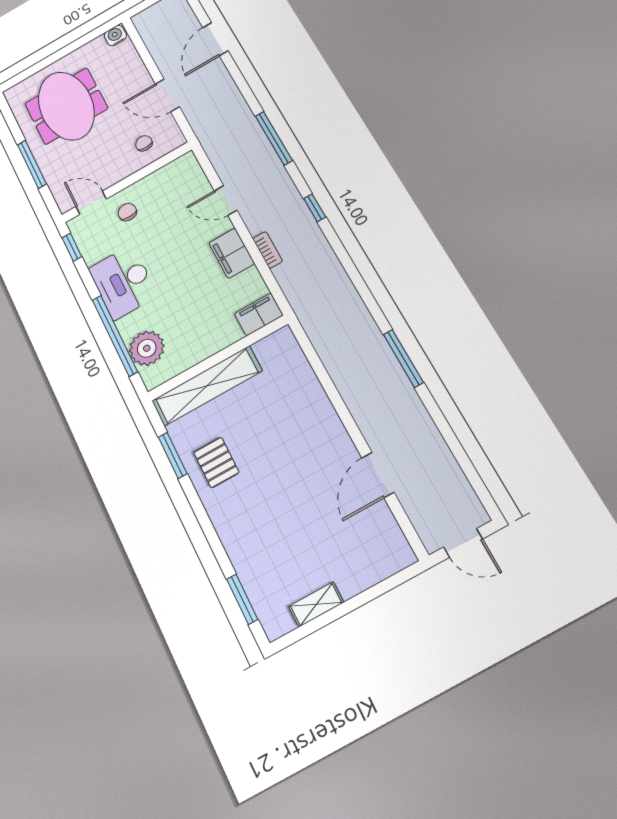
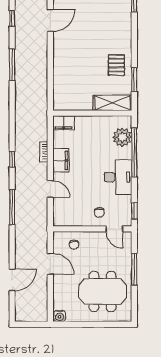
meeting table: (66, 106) -> (103, 291), turned 90
shelving: (207, 386) -> (112, 103), width x0.68
window: (451, 439) -> (12, 18), added

